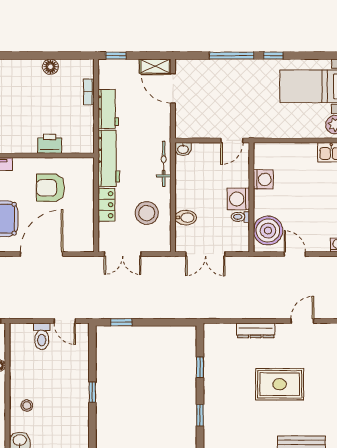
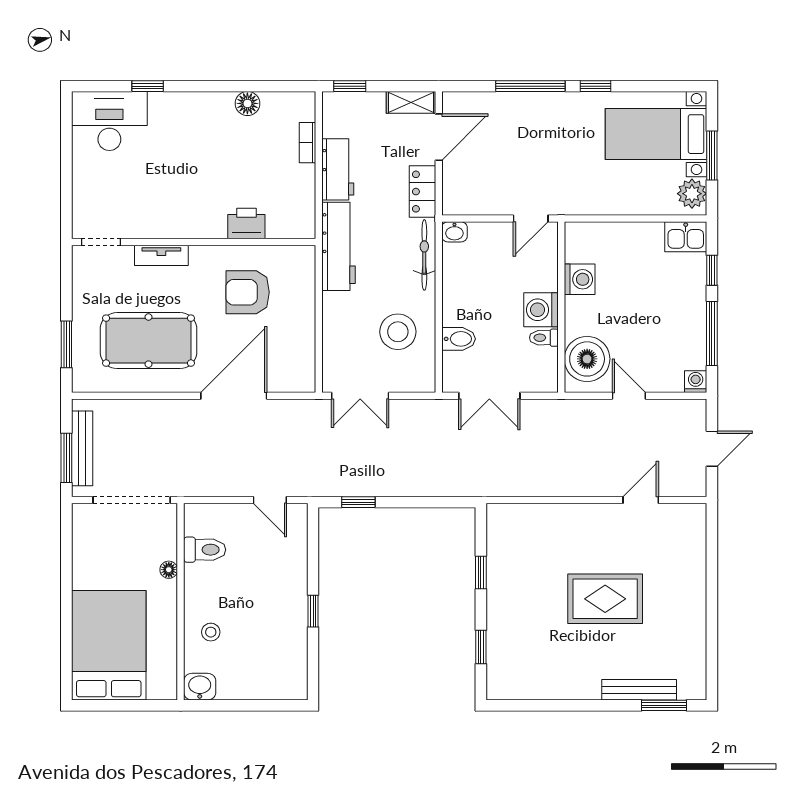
door: (173, 88) -> (439, 137), swing flipped
locker: (106, 205) -> (422, 192), moved, turned 180
dresser: (256, 330) -> (568, 515), removed
toilet: (42, 336) -> (205, 550), moved, turned -90

